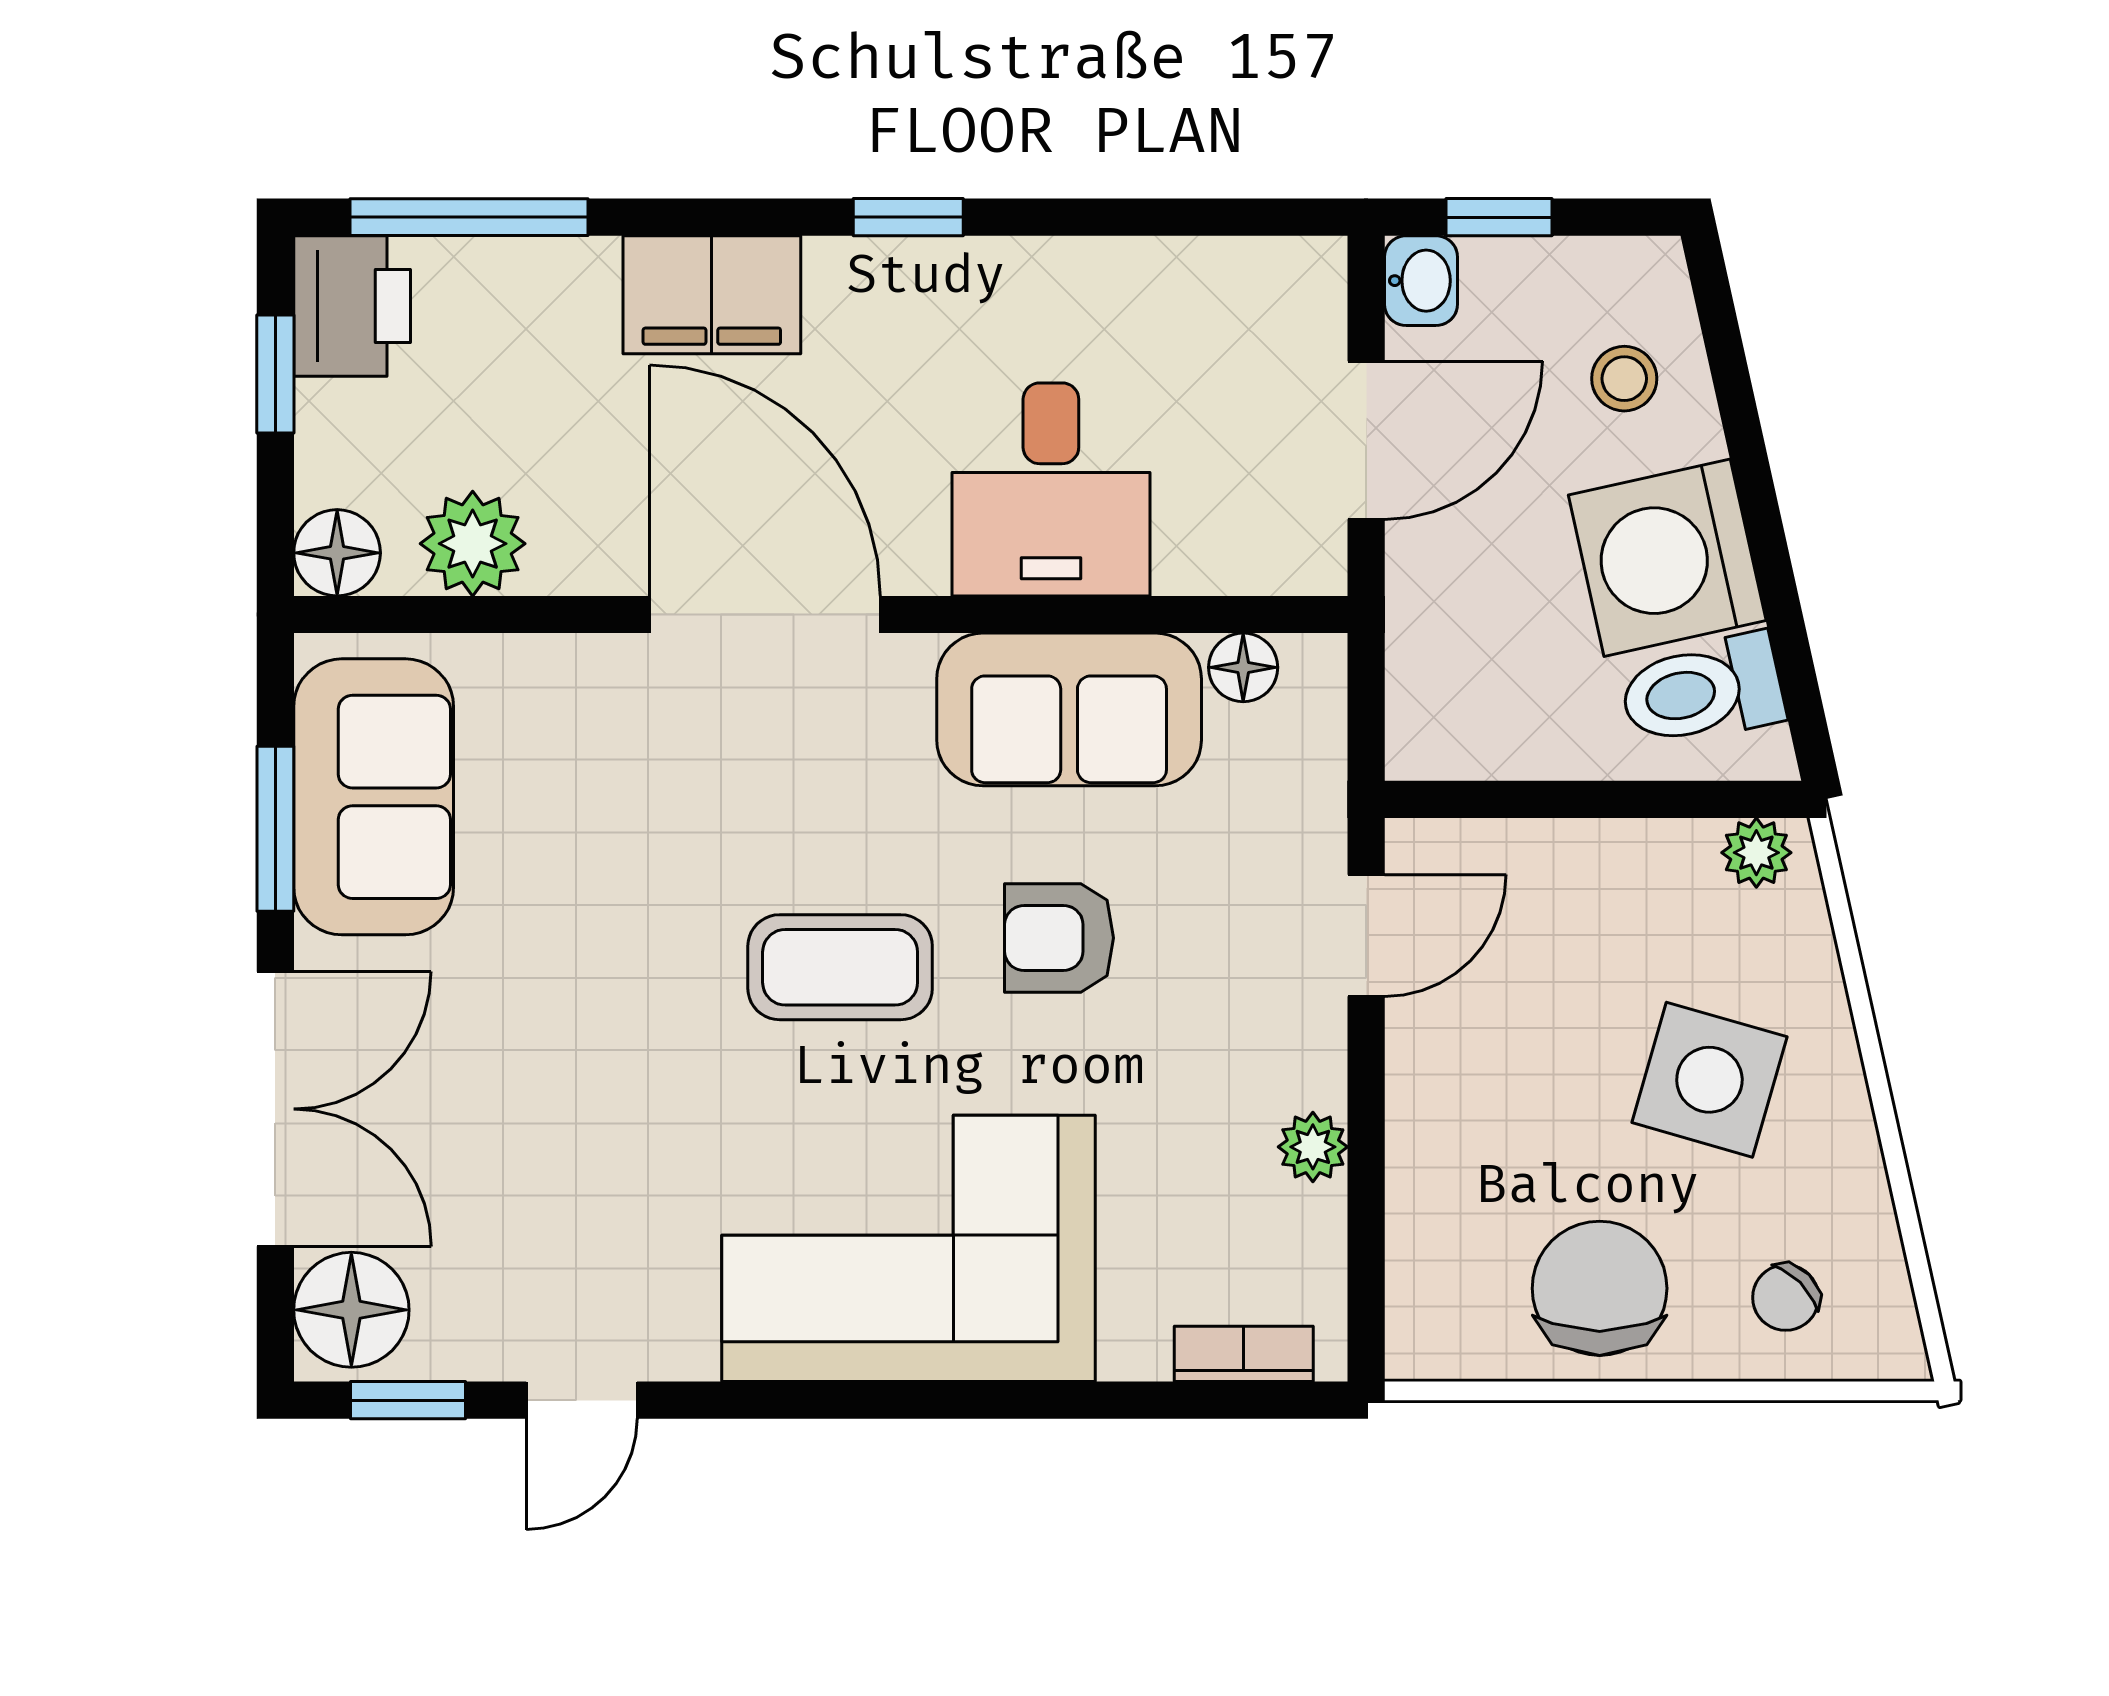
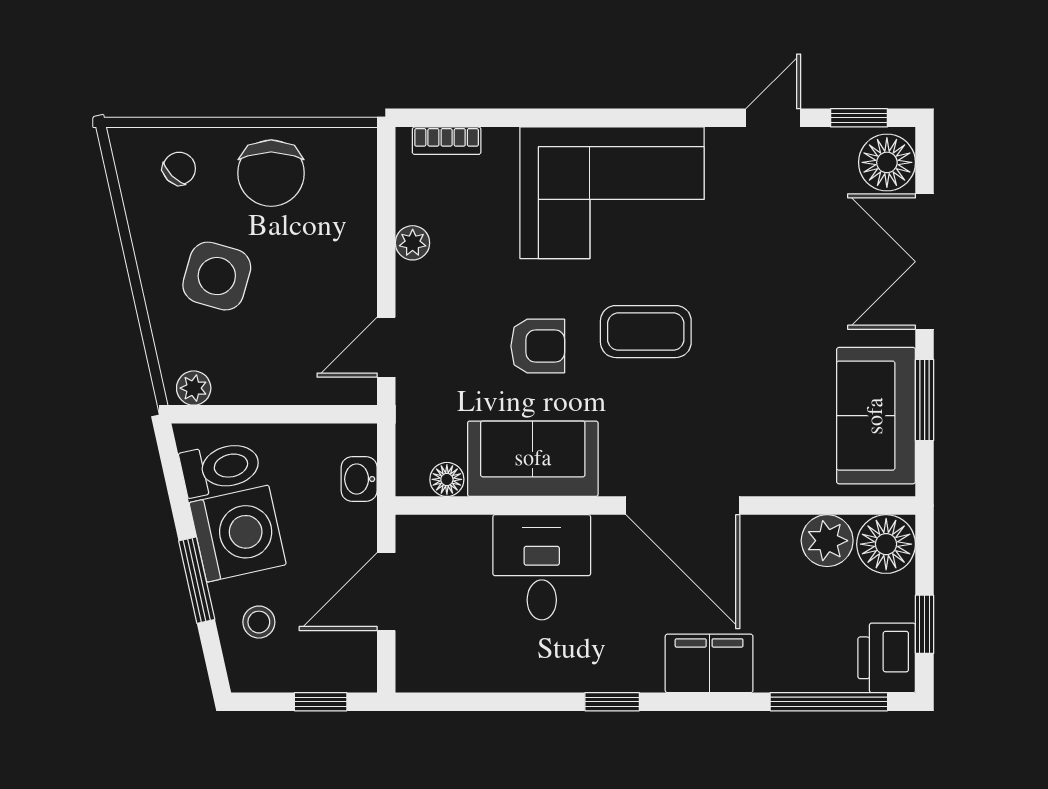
washbasin: (1421, 281) -> (359, 479), moved
window: (1750, 463) -> (197, 580), added
floor lamp: (337, 553) -> (886, 544), width x1.38, depth x1.38

